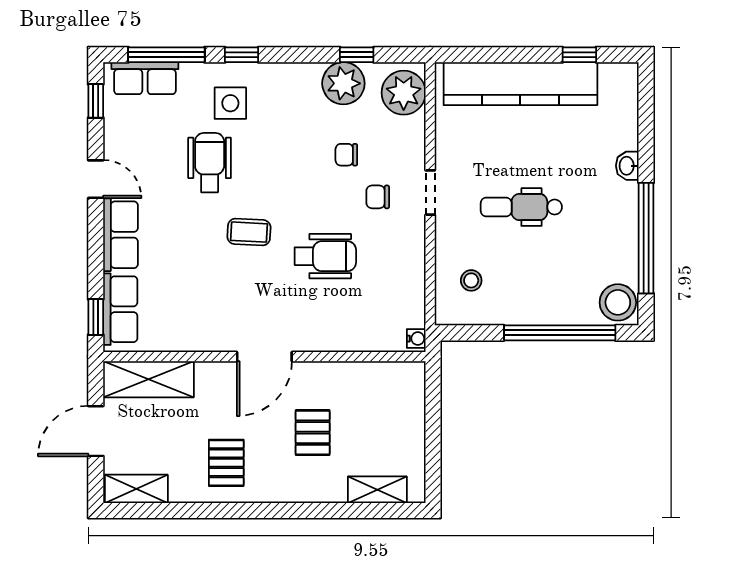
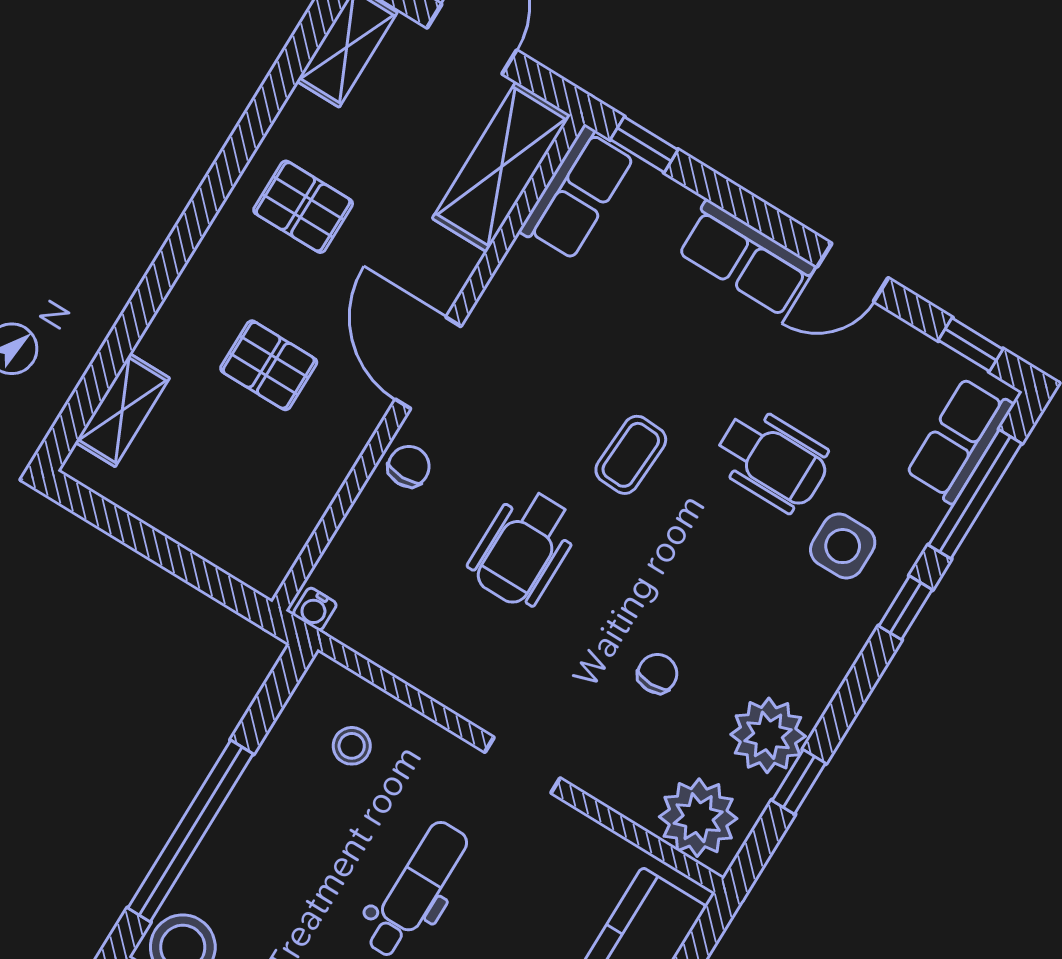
chair: (378, 197) -> (409, 466), moved
row of seats: (120, 309) -> (577, 193), moved, turned -90

